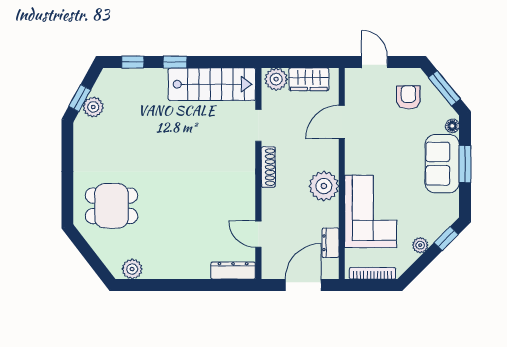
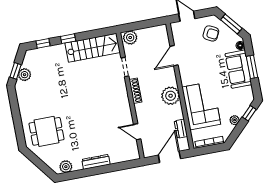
wardrobe: (309, 79) -> (150, 34), removed
armchair: (408, 97) -> (211, 33), turned 117
dresser: (233, 271) -> (96, 162), moved

